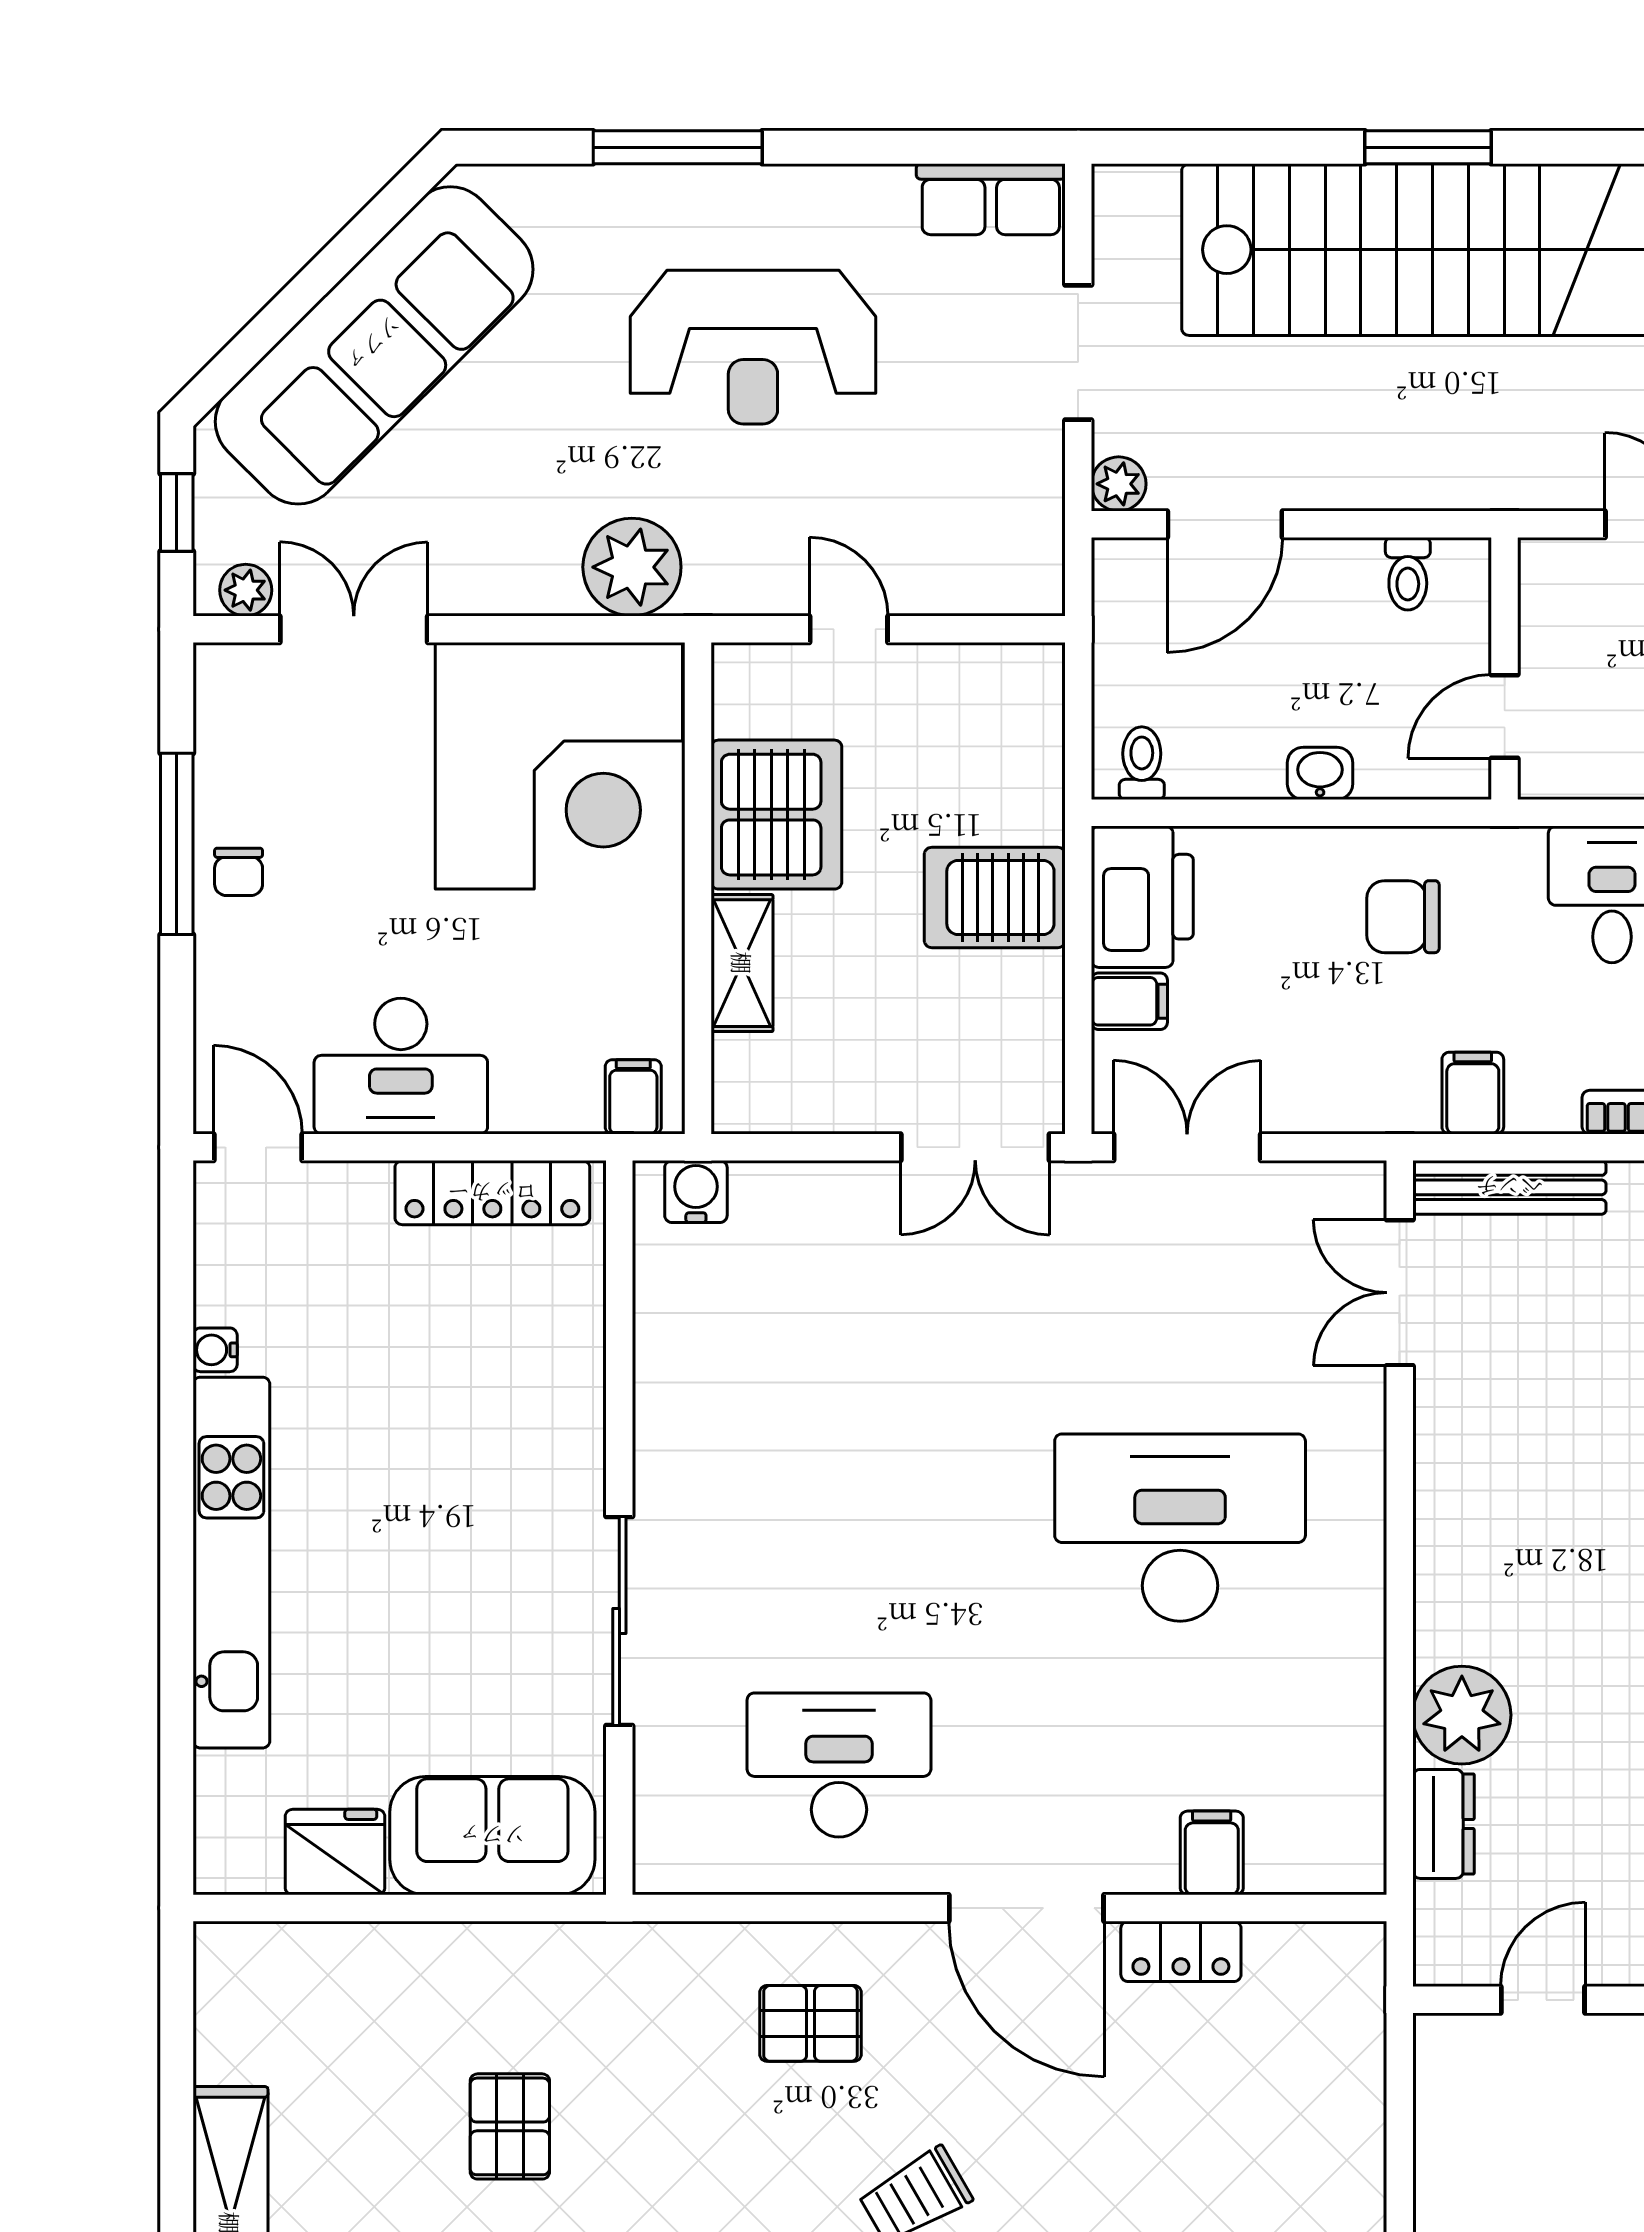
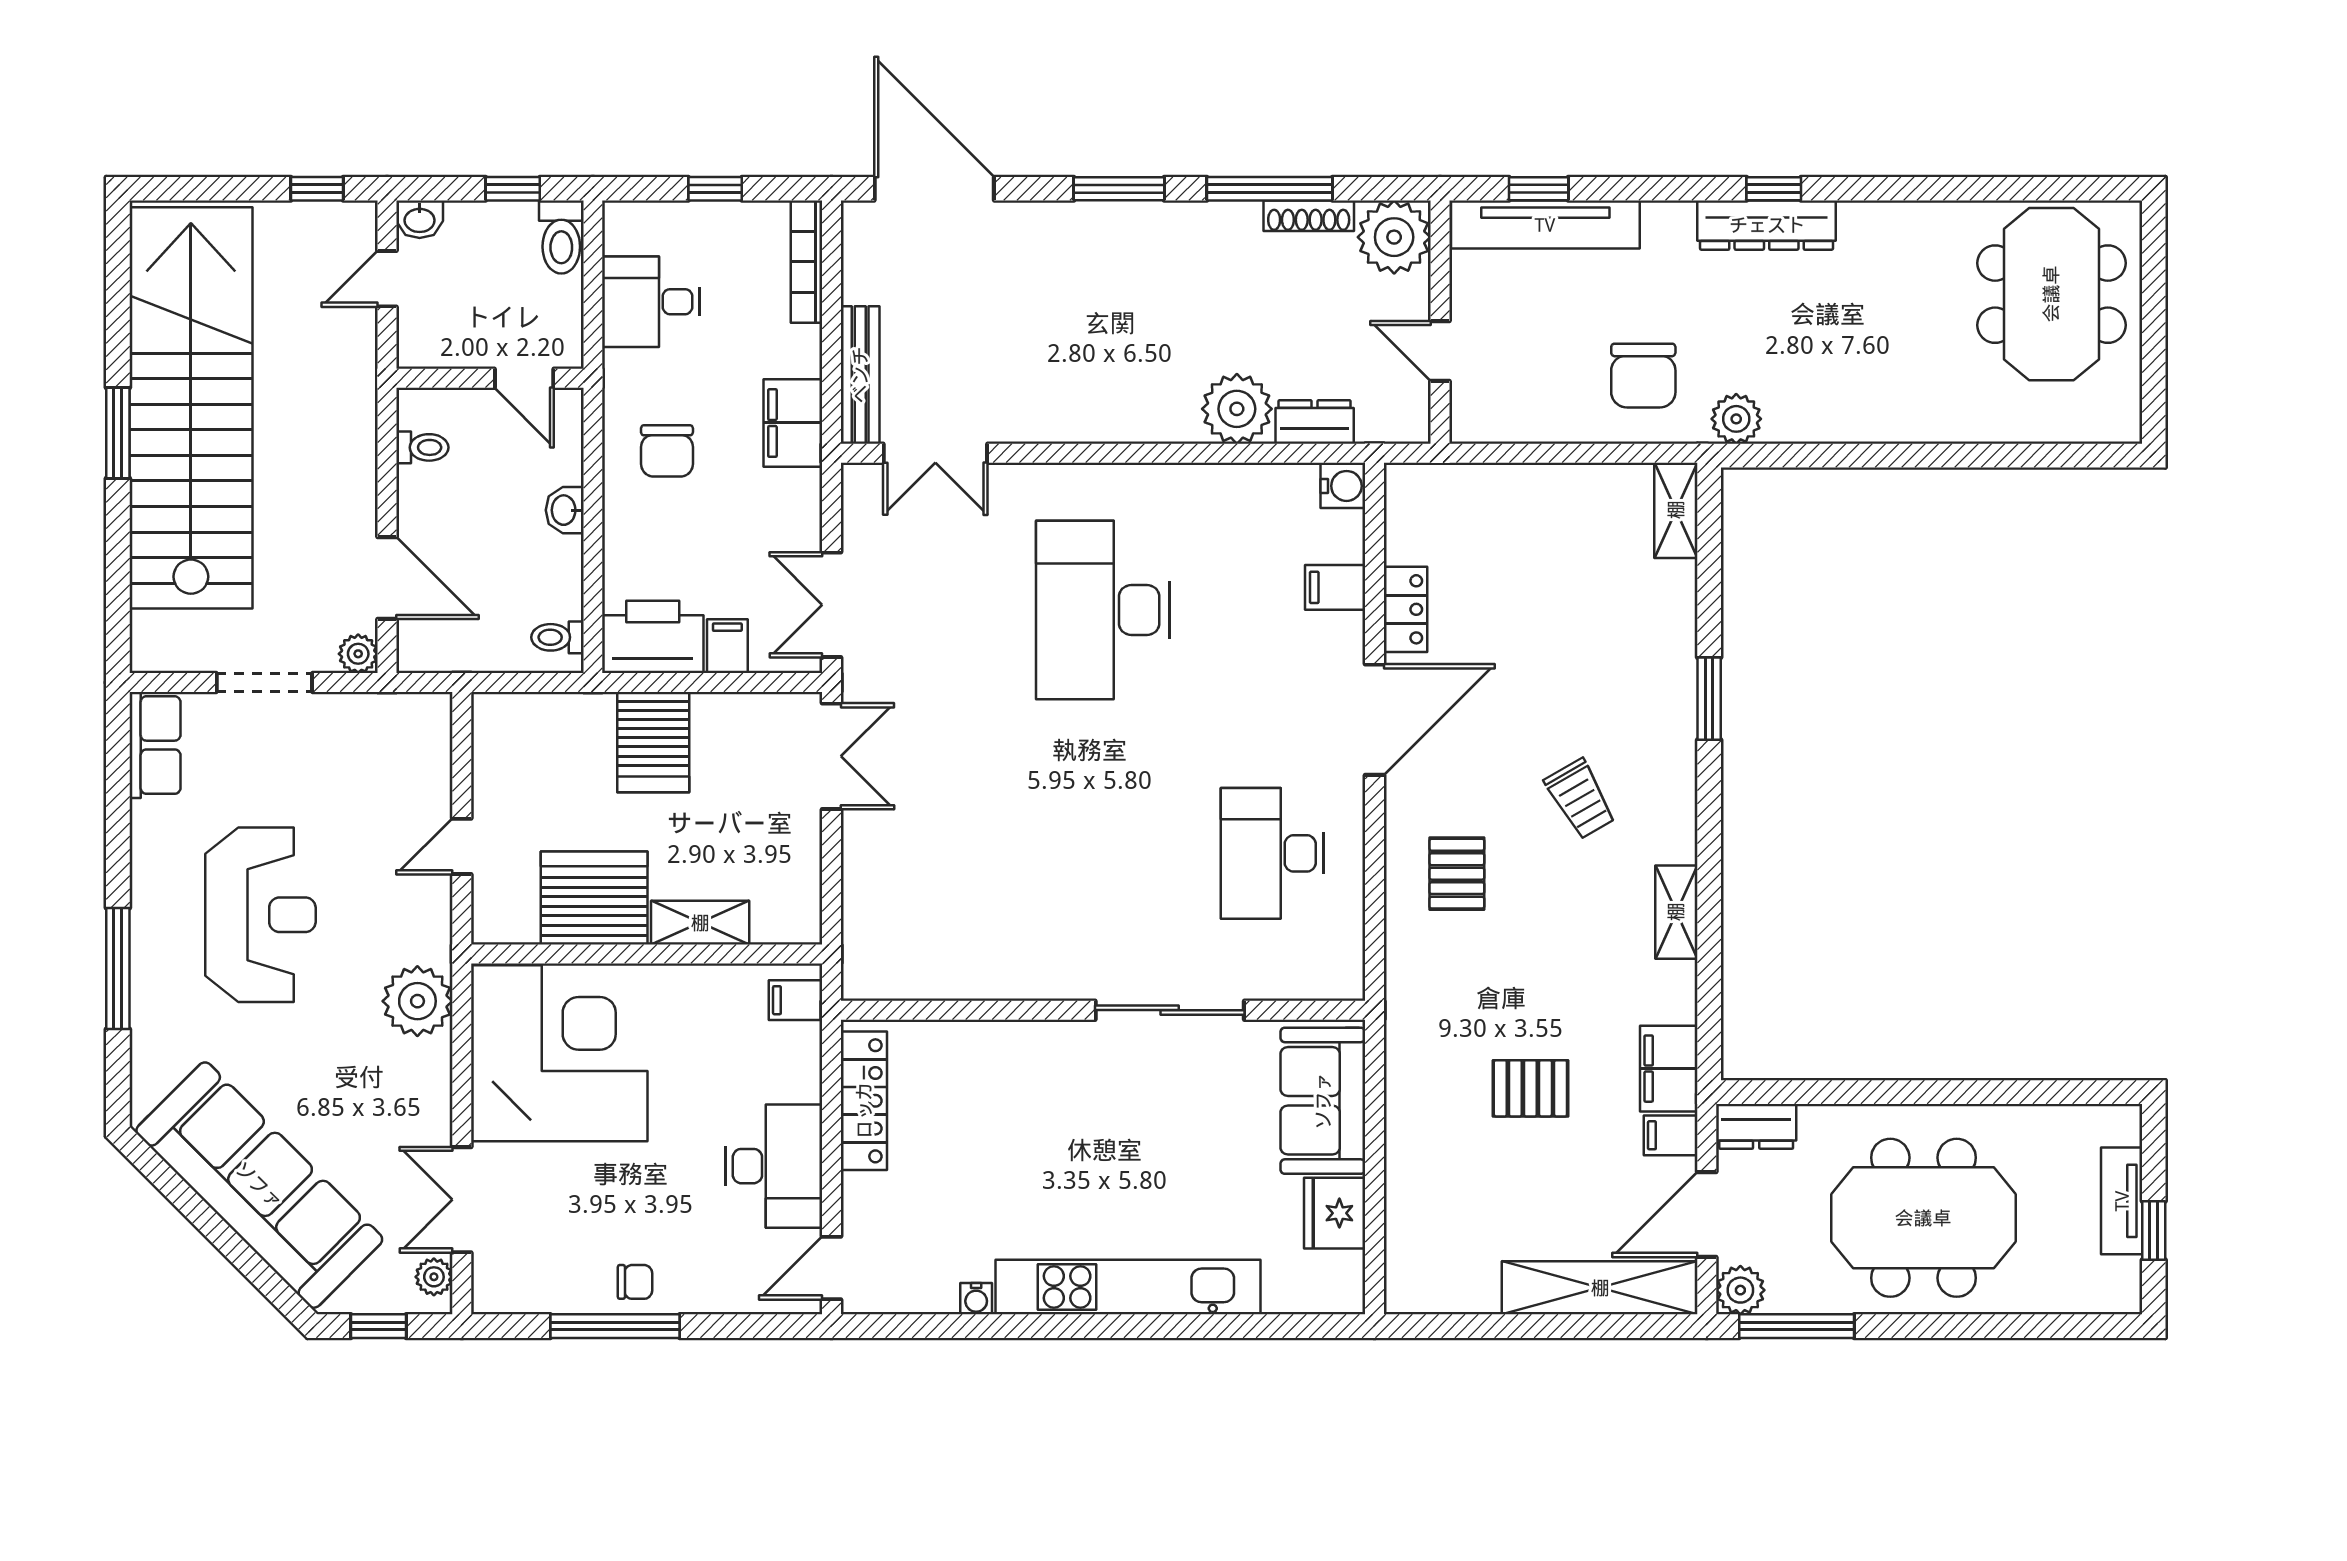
filing cabinet: (1473, 1093) -> (793, 423), width x2.00
water cooler: (696, 1191) -> (1343, 486), moved, turned 180

